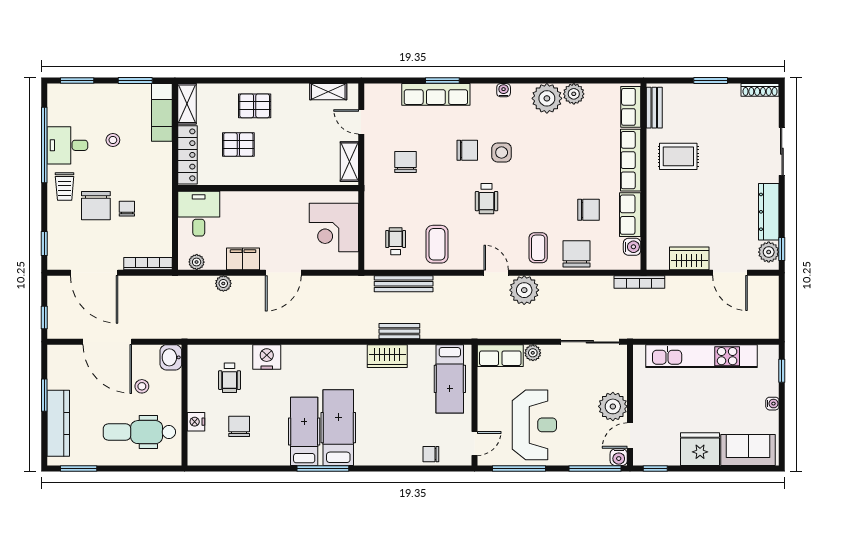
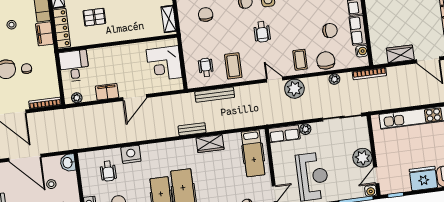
filing cabinet: (161, 160) -> (45, 34), added
plant: (223, 283) -> (334, 79), moved
bench: (399, 331) -> (192, 129), moved

